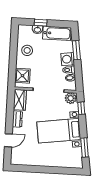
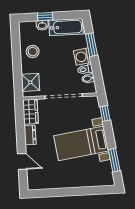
plant: (71, 98) -> (91, 103), removed
door: (8, 140) -> (22, 162), hinge flipped

